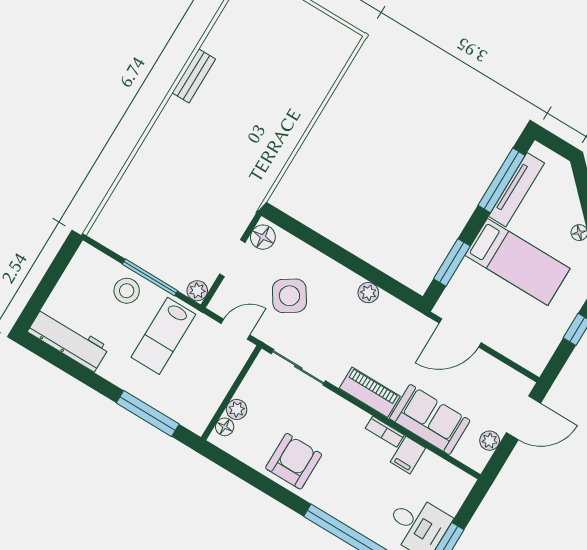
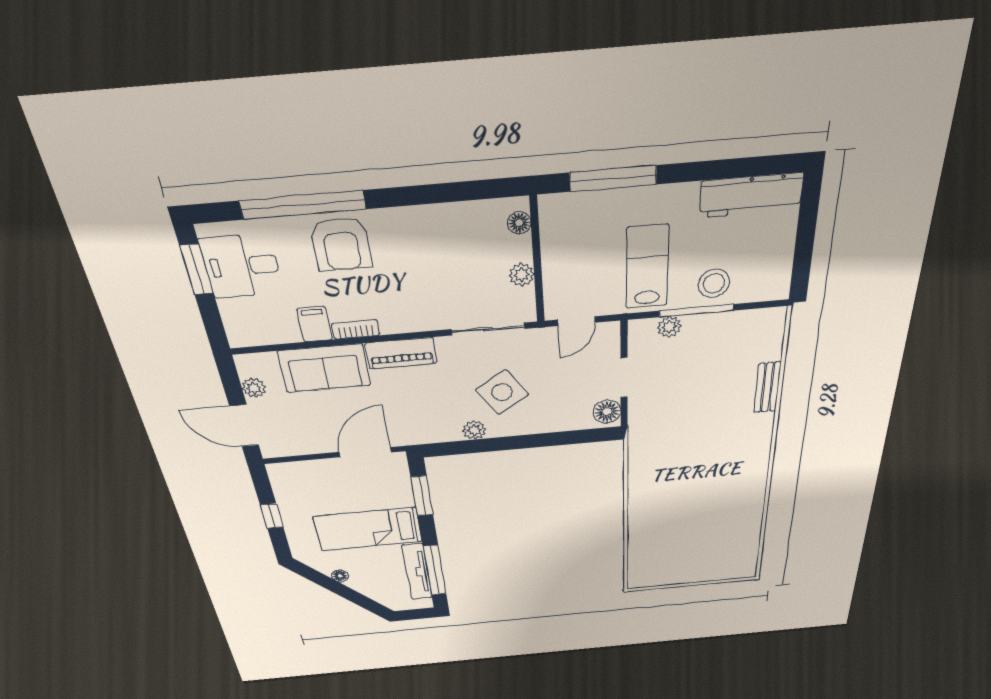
bench: (194, 76) -> (767, 387), moved
plant: (197, 291) -> (669, 327), moved
side table: (289, 296) -> (502, 392), moved
plant: (237, 409) -> (521, 275), moved
door: (523, 418) -> (244, 426), hinge flipped
armchair: (294, 461) -> (341, 244), moved

